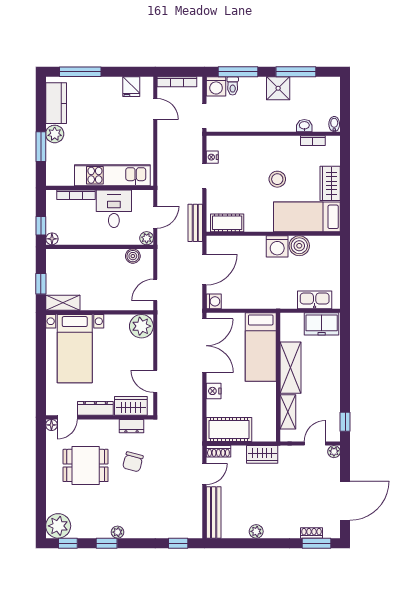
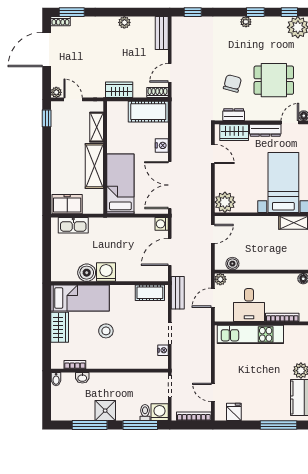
door: (315, 444) -> (73, 99), swing flipped
bench: (214, 512) -> (162, 33), width x0.73
shoe rack: (311, 533) -> (60, 21), moved

